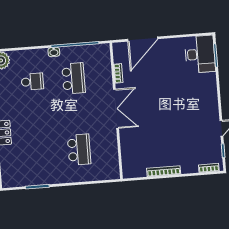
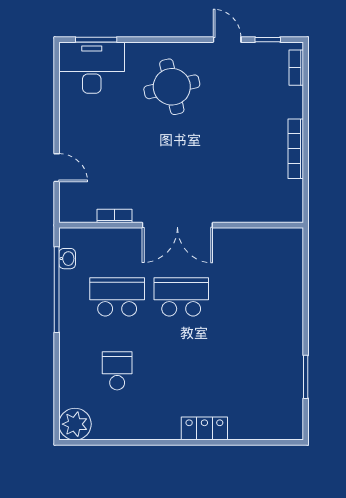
door: (143, 39) -> (57, 168), width x0.53
washbasin: (54, 52) -> (67, 259), moved
round table: (193, 100) -> (172, 87), added
double door: (116, 109) -> (177, 225), swing flipped
school desk: (79, 150) -> (181, 297), moved

